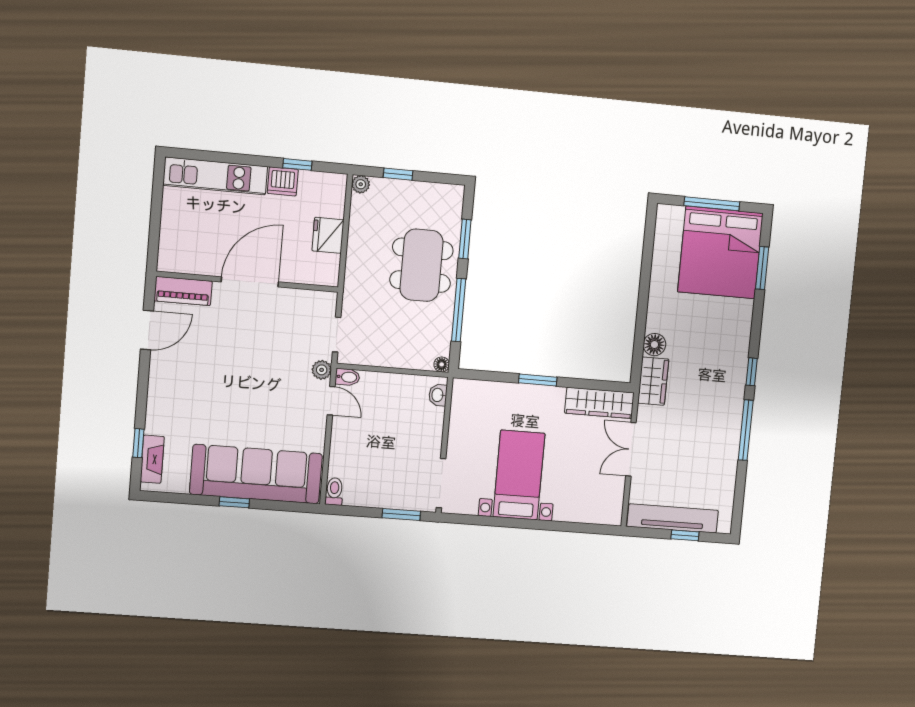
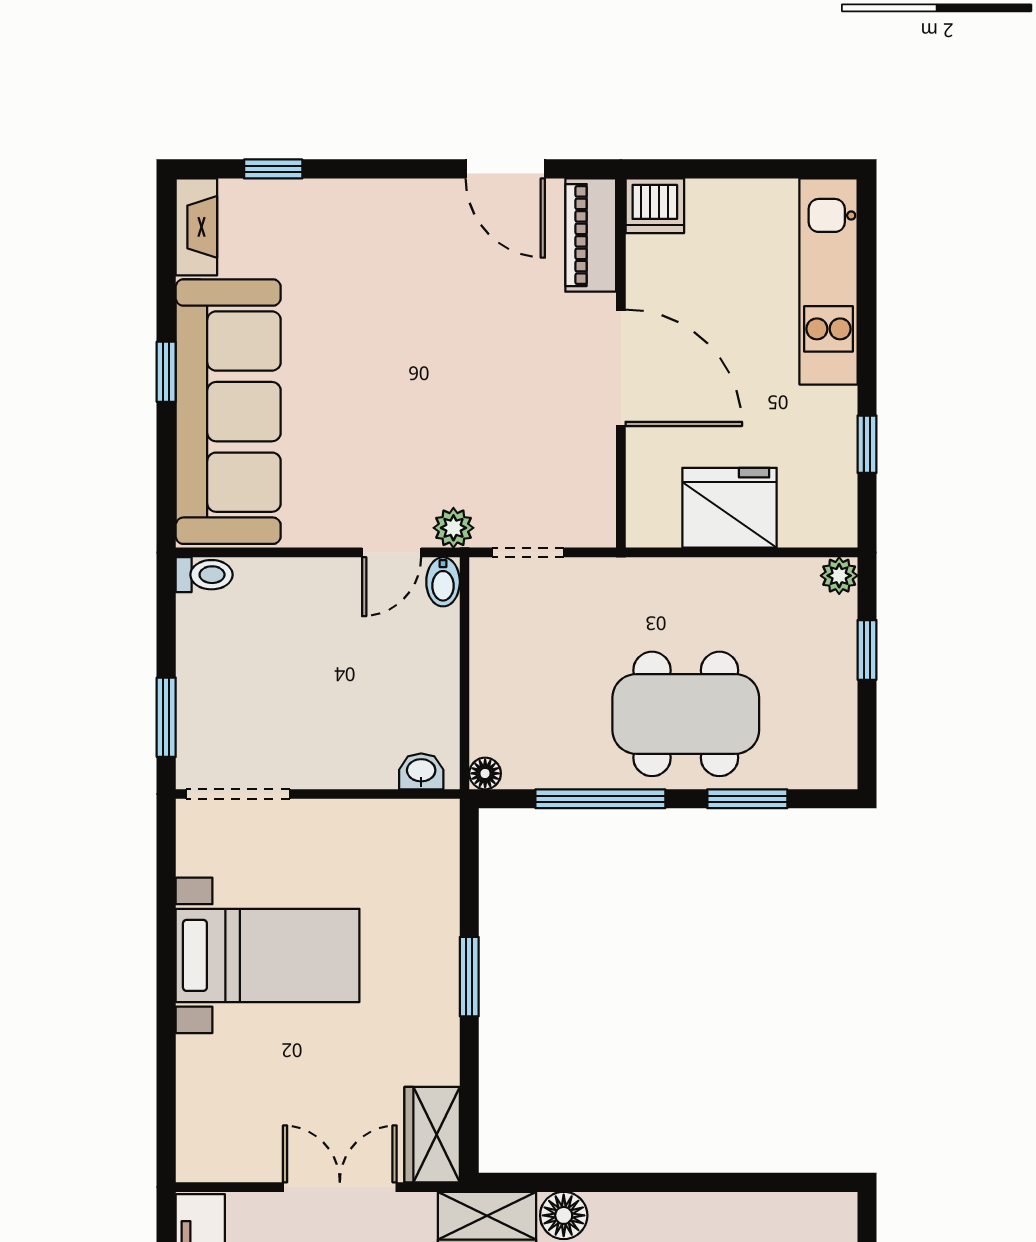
dishwasher: (283, 181) -> (655, 206), moved, turned -90
fridge: (328, 235) -> (730, 508), width x1.36, depth x1.34
wardrobe: (599, 403) -> (432, 1135), width x0.67
fireplace: (152, 459) -> (196, 227), moved, turned -90

